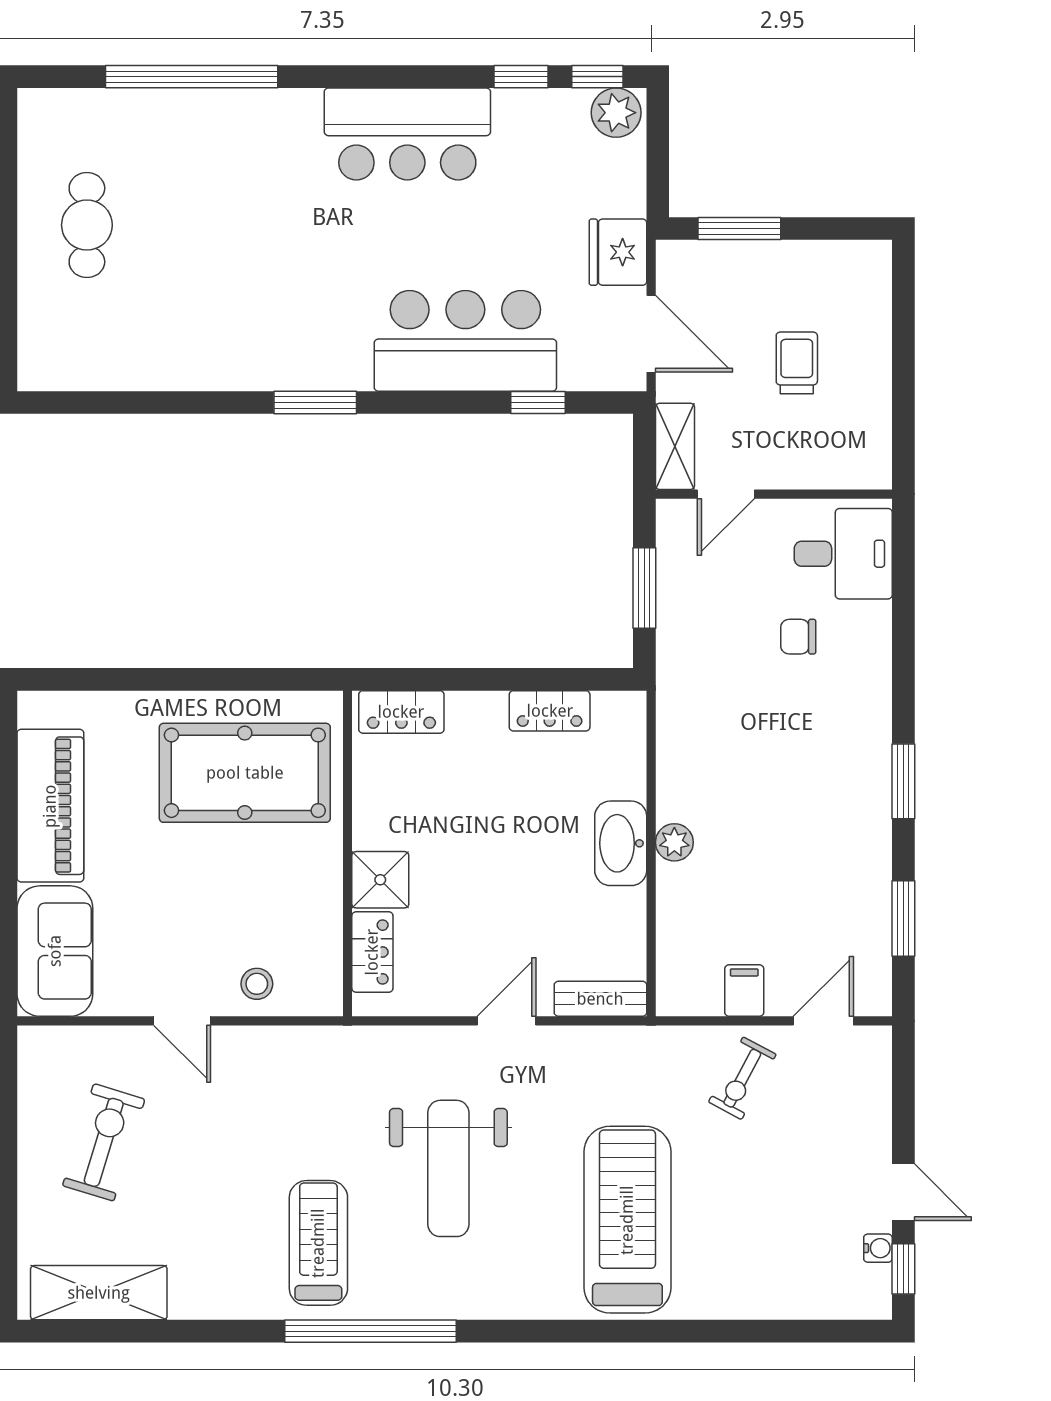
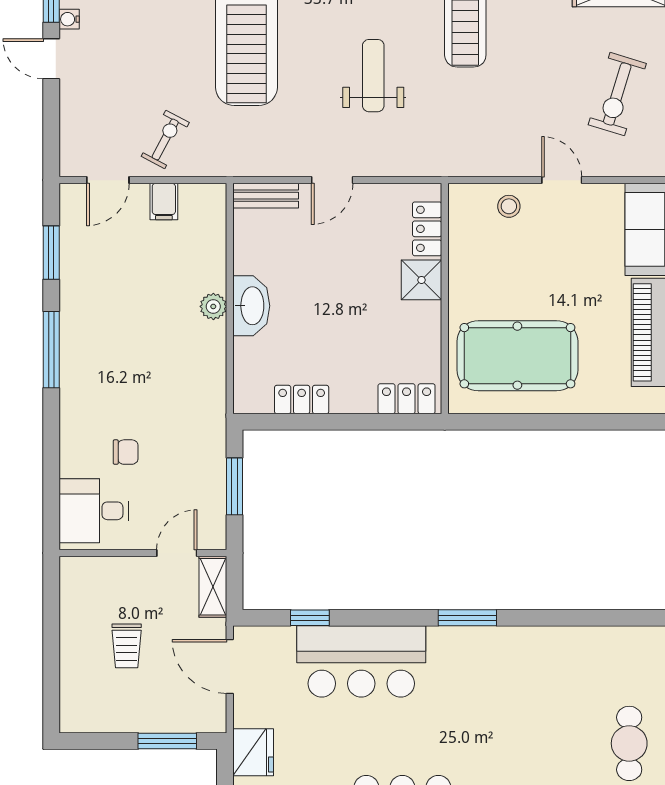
fridge: (618, 252) -> (253, 752), moved
window: (903, 781) -> (51, 350), width x1.44
weight bench: (448, 1168) -> (373, 76), width x0.73, depth x0.75

